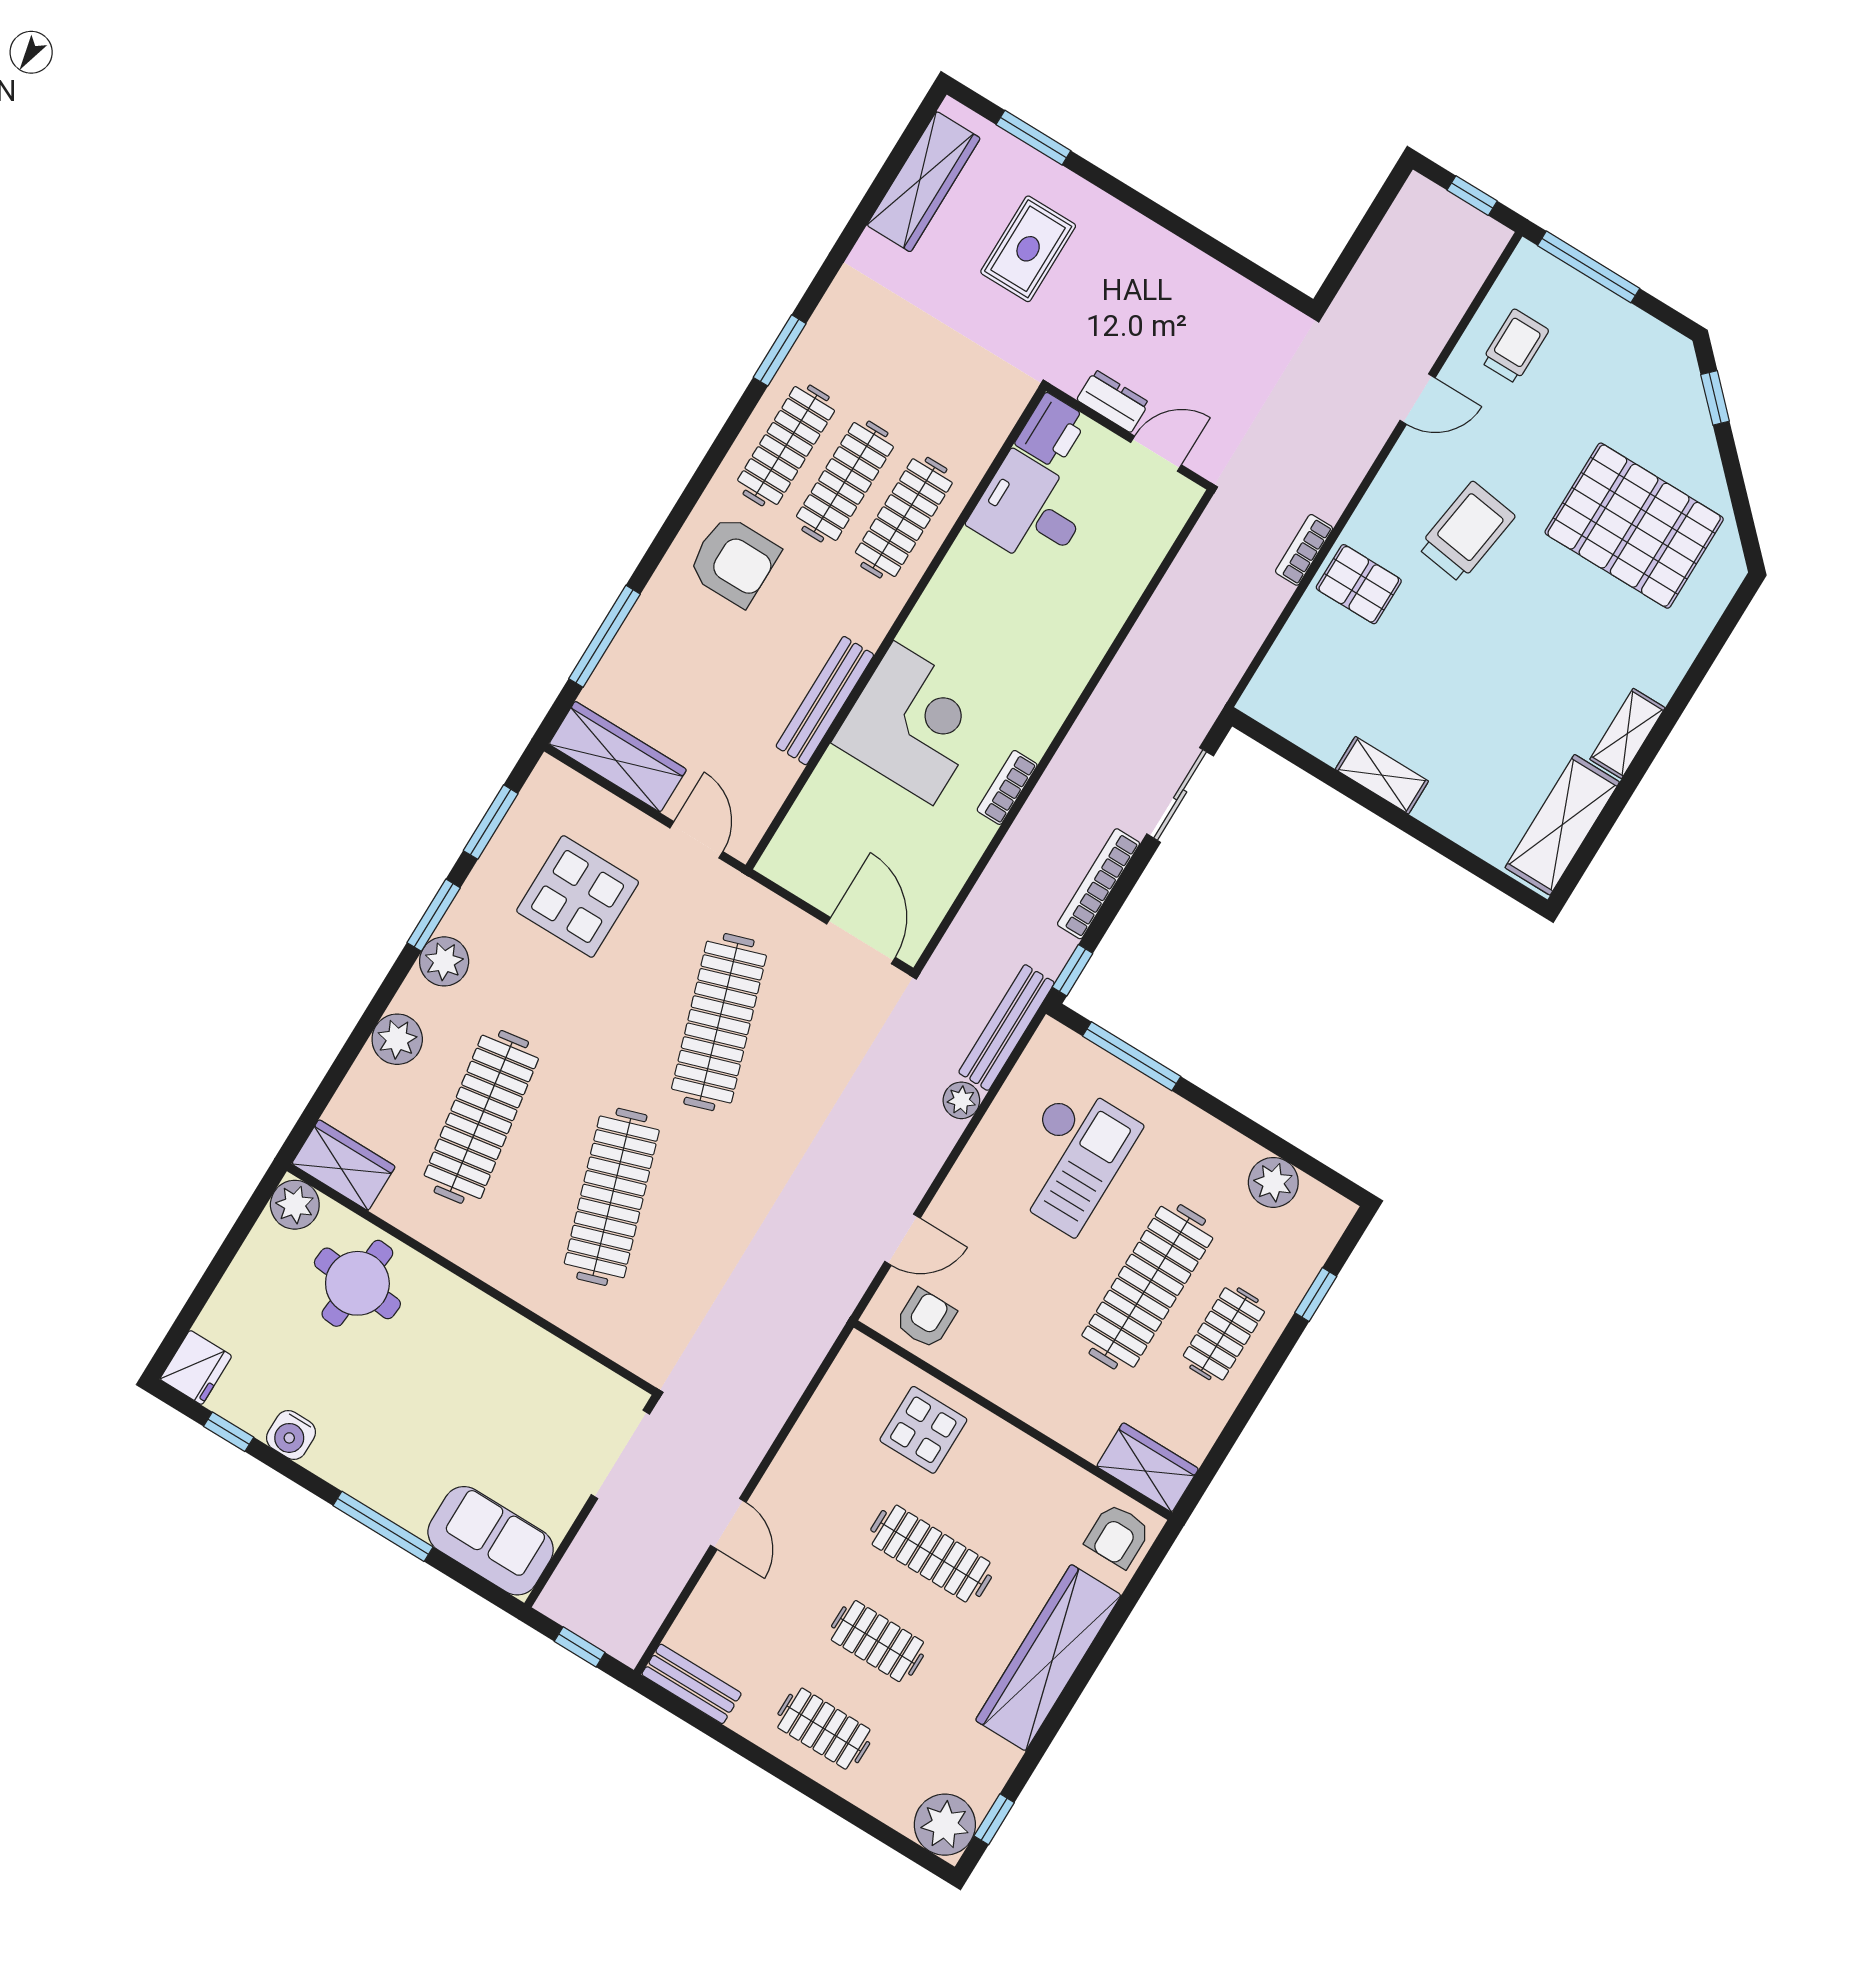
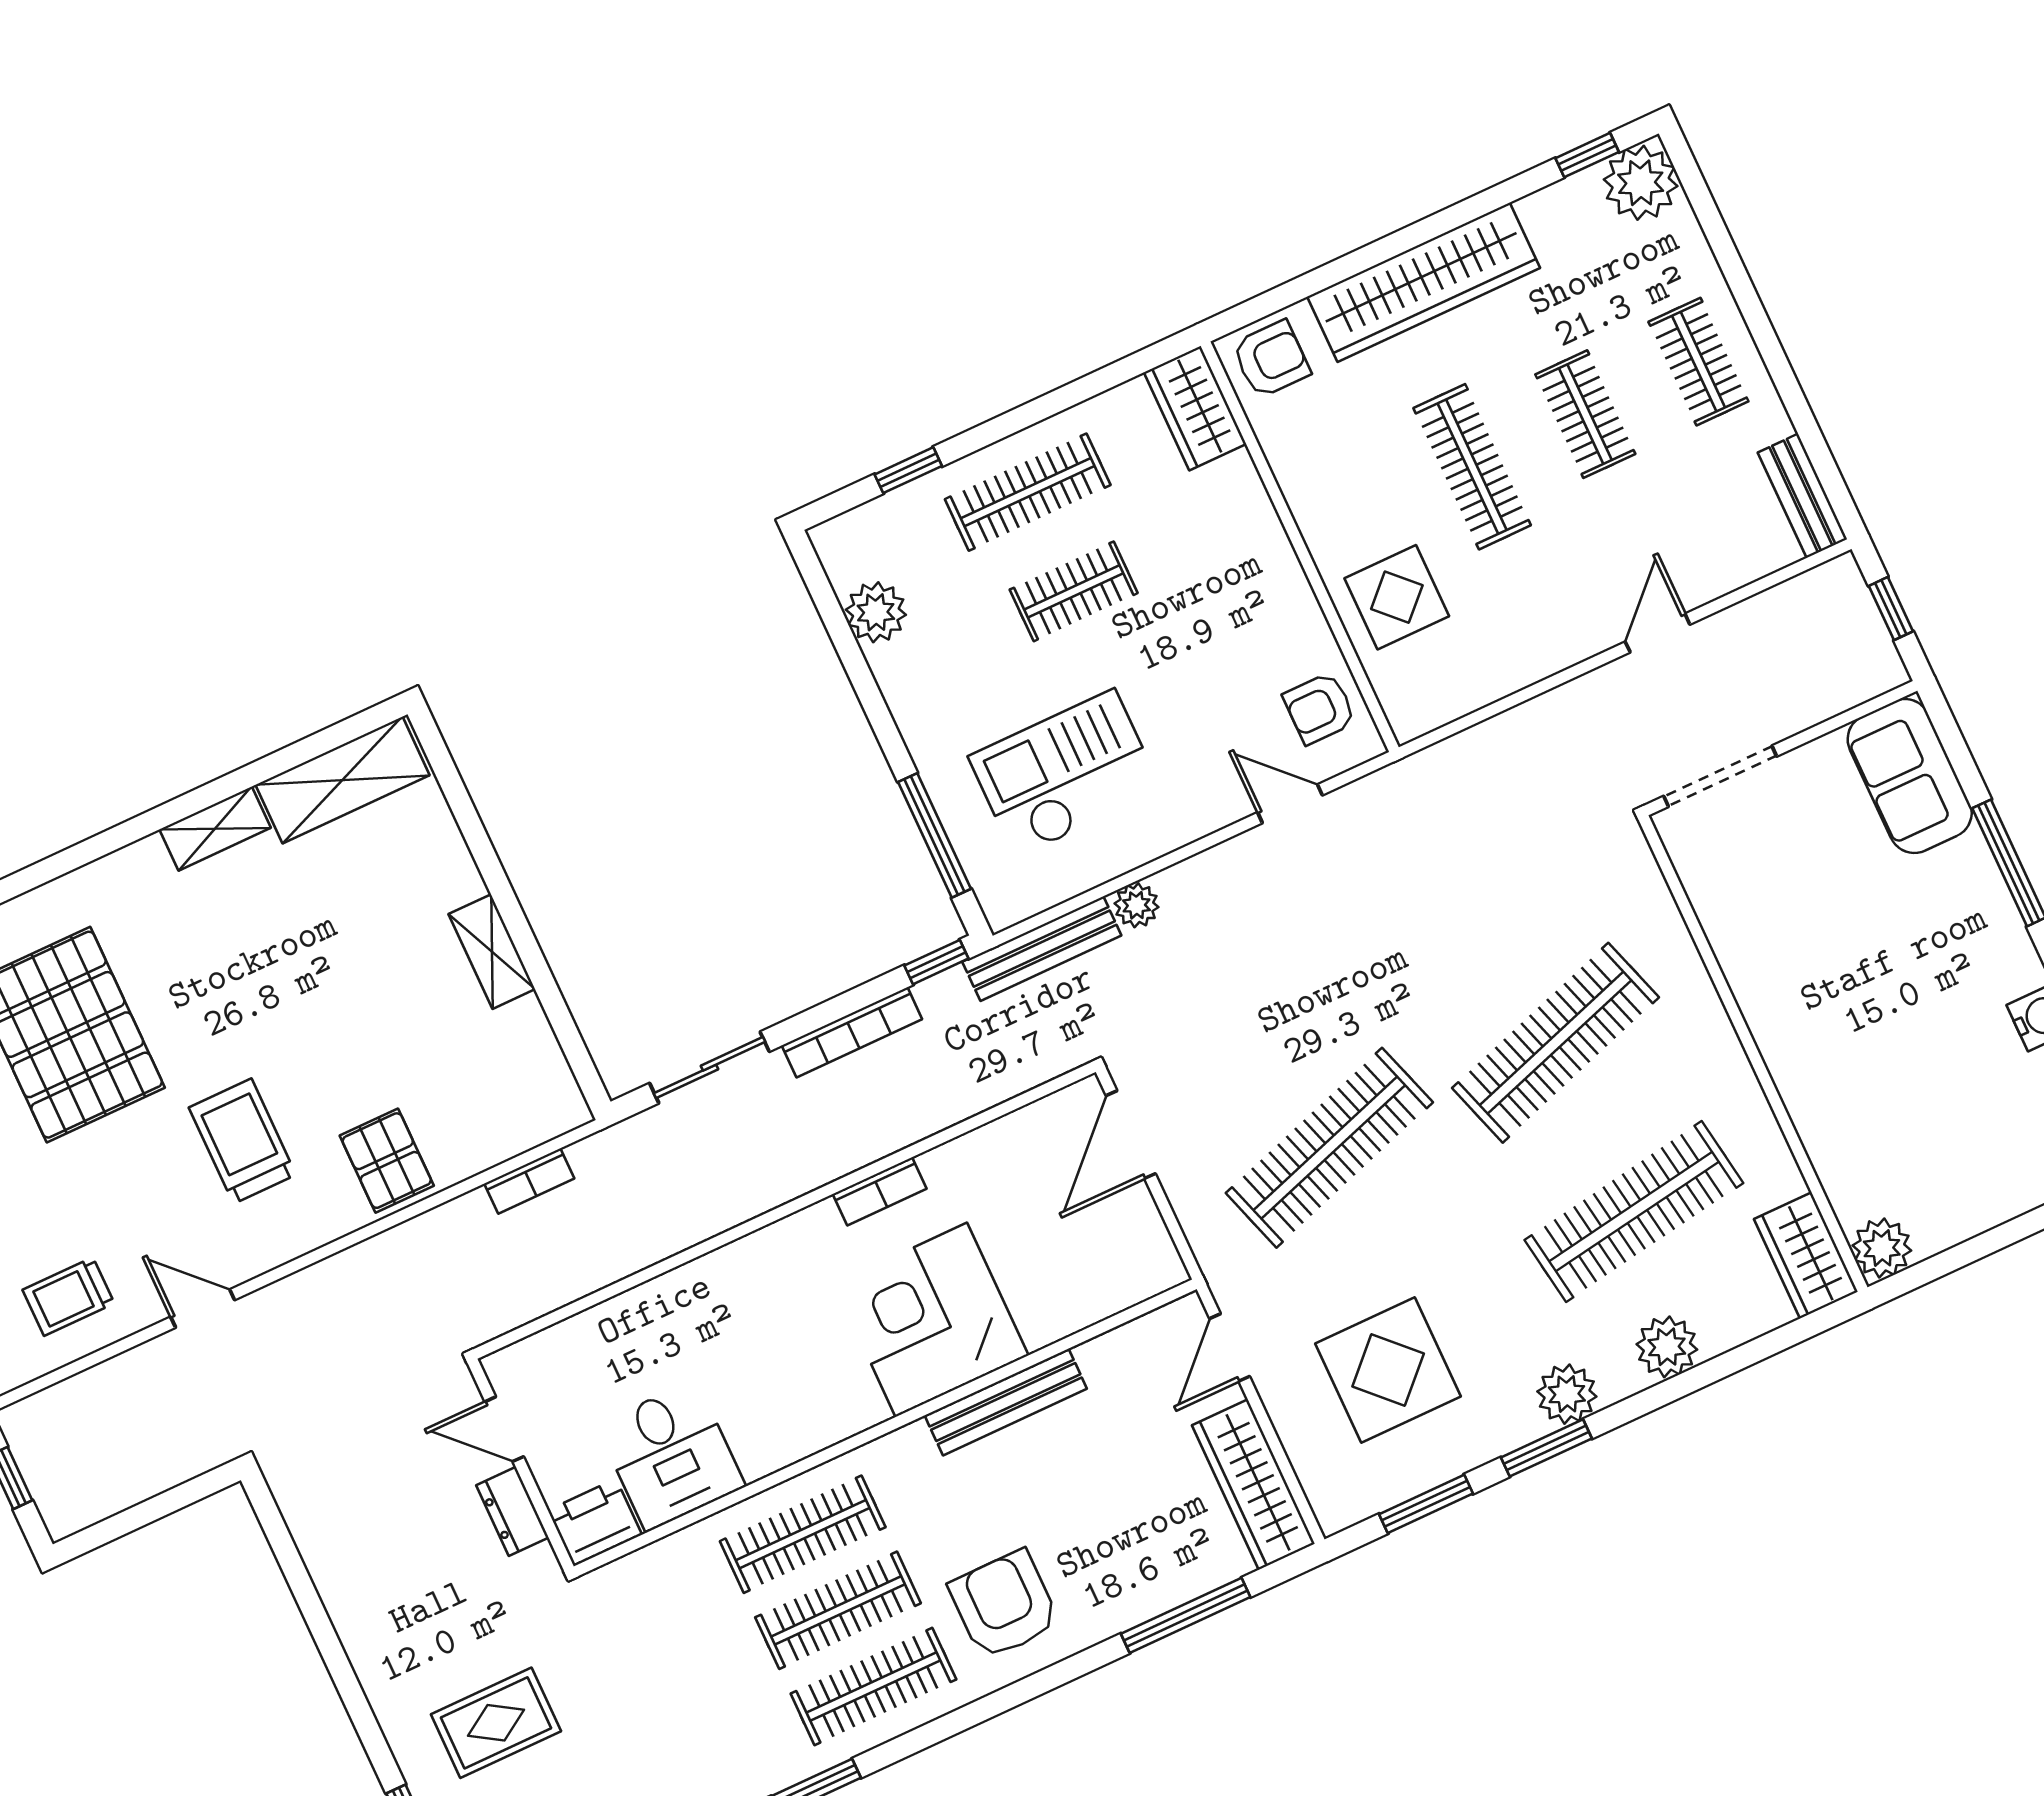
trolley: (1466, 532) -> (242, 1141), turned 82
bookcase: (1304, 550) -> (529, 1181), moved
round table: (357, 1283) -> (1871, 1126), removed
clothes rail: (1147, 1287) -> (1074, 591), width x0.54, depth x0.76
clothes rail: (1224, 1334) -> (1028, 492), width x1.36

